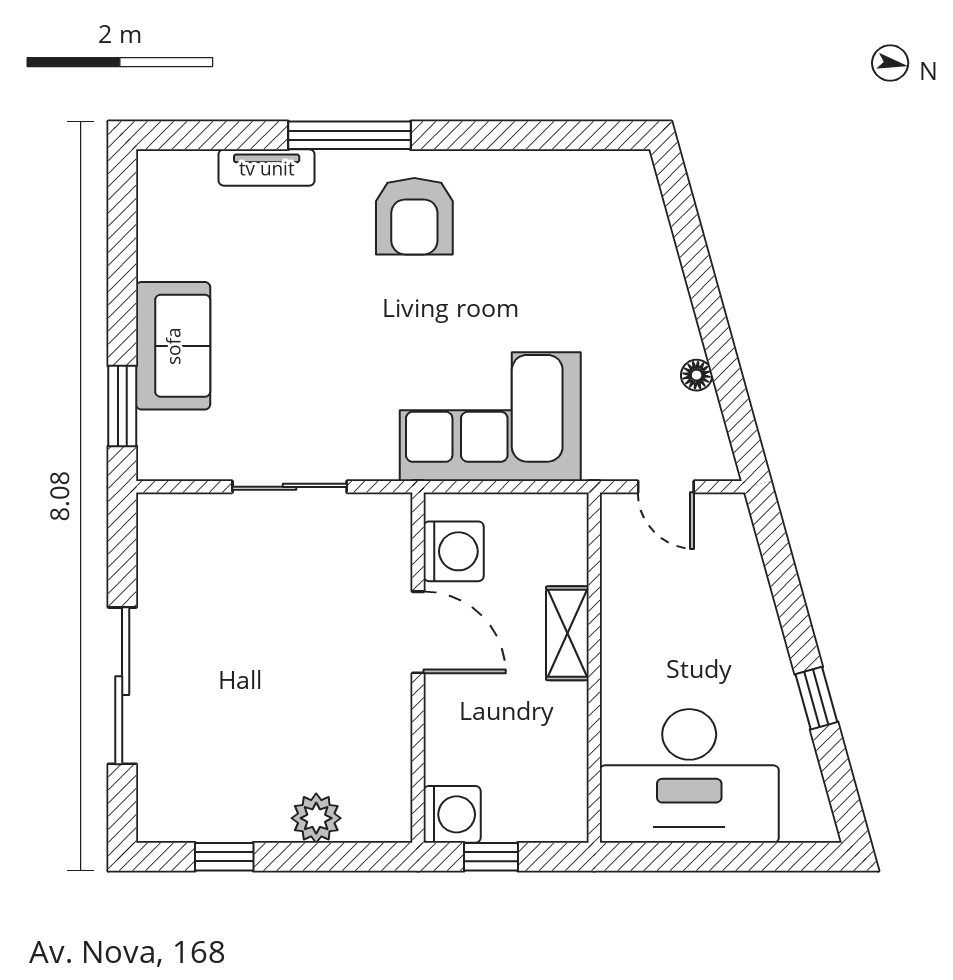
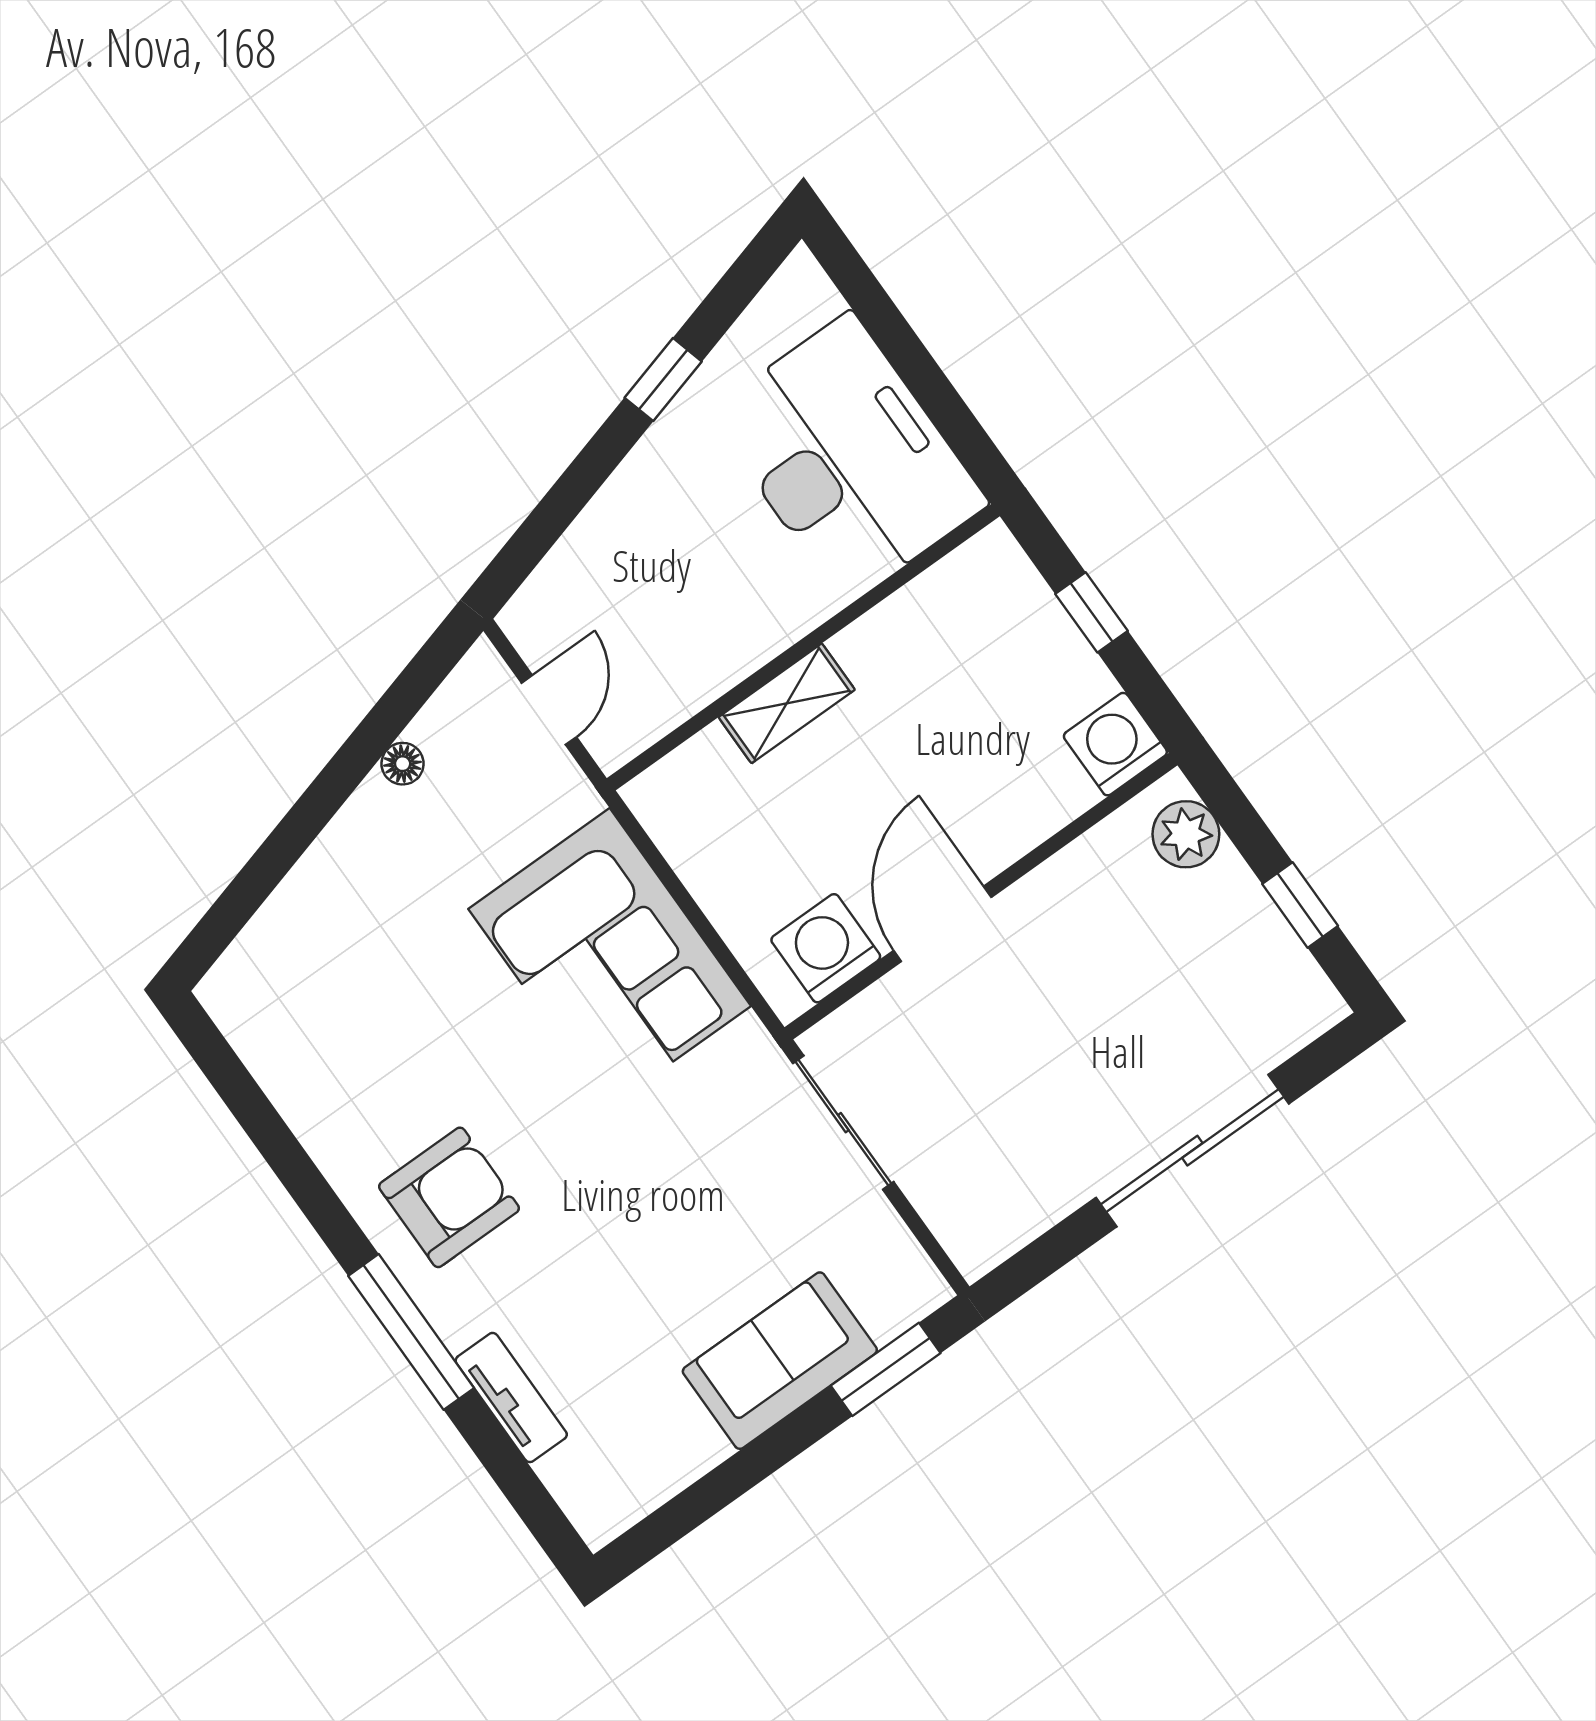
washing machine: (454, 551) -> (826, 948), moved
door: (418, 632) -> (942, 924), moved
wall: (418, 668) -> (981, 896), moved
washing machine: (452, 814) -> (1115, 744), moved

